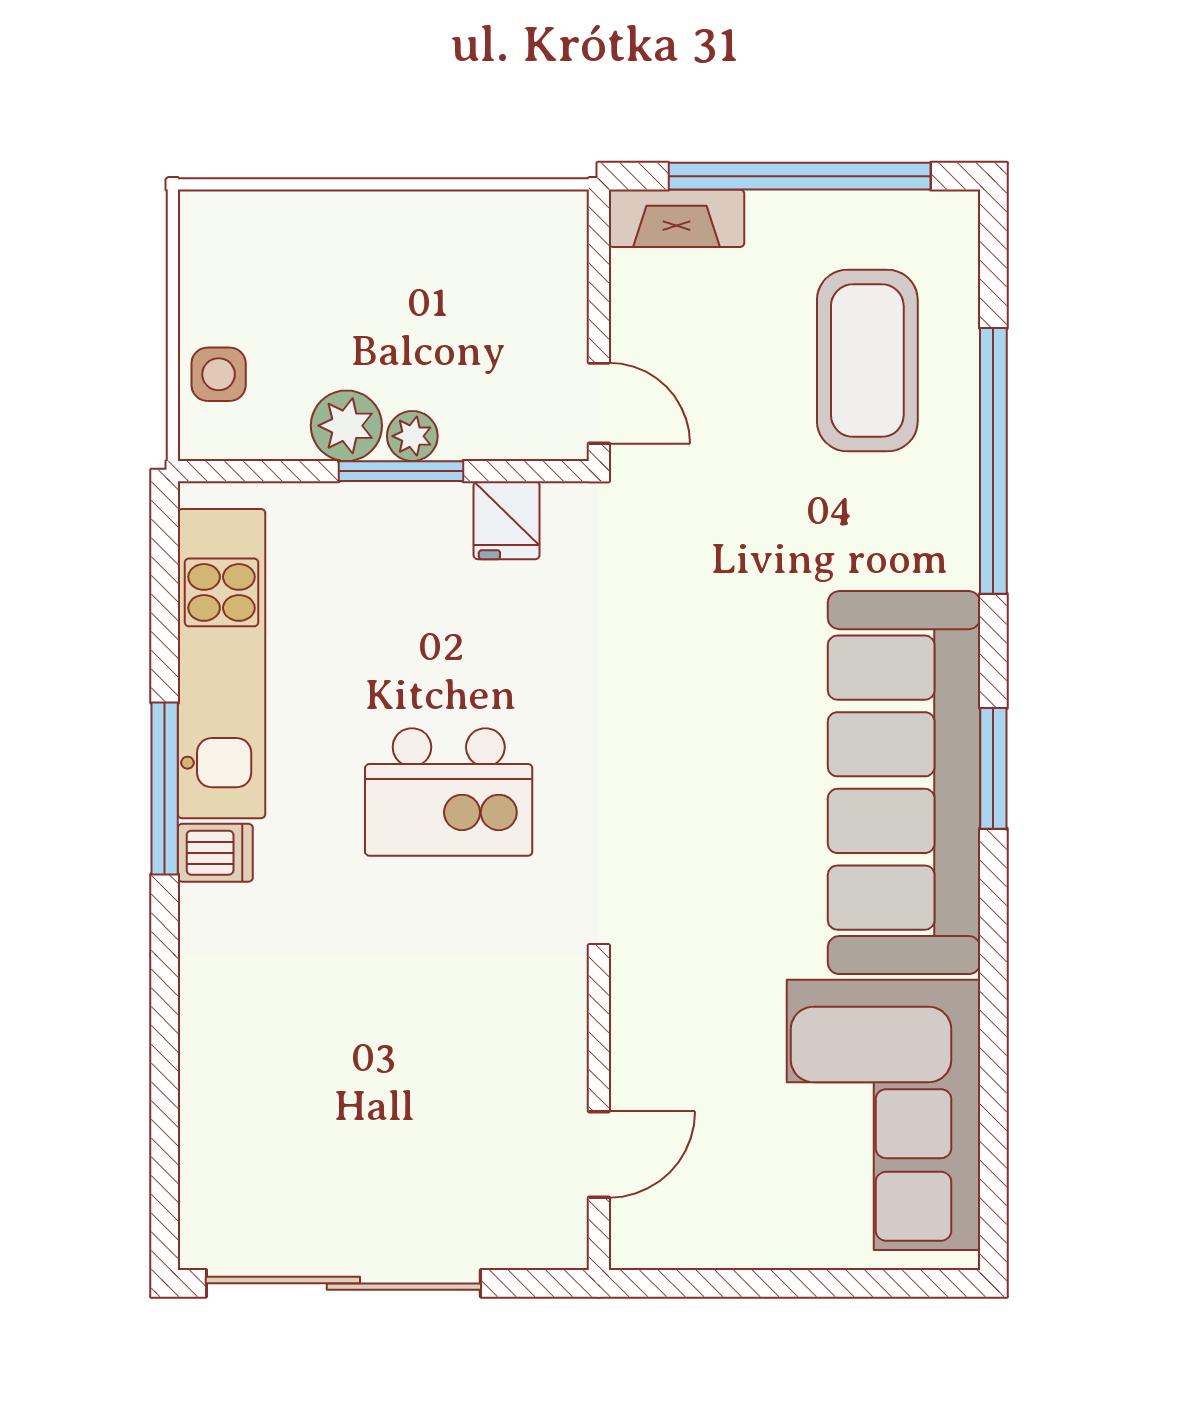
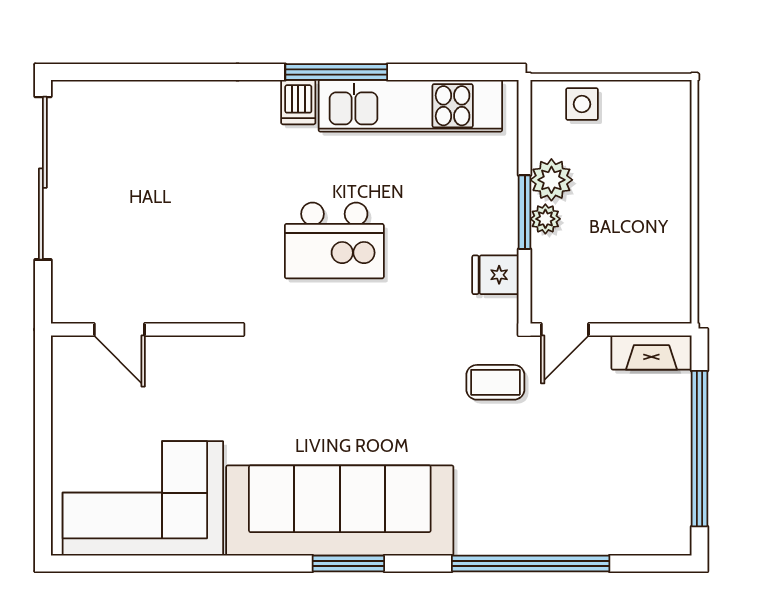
fireplace: (676, 218) -> (651, 353), moved, turned -90
coffee table: (867, 361) -> (495, 382), moved, width x0.54, depth x0.58
kitchen island: (449, 792) -> (334, 240), turned -90

